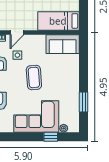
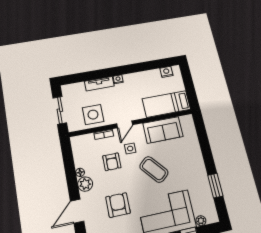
sofa: (63, 44) -> (163, 130), moved
coffee table: (34, 77) -> (154, 169), turned -36

